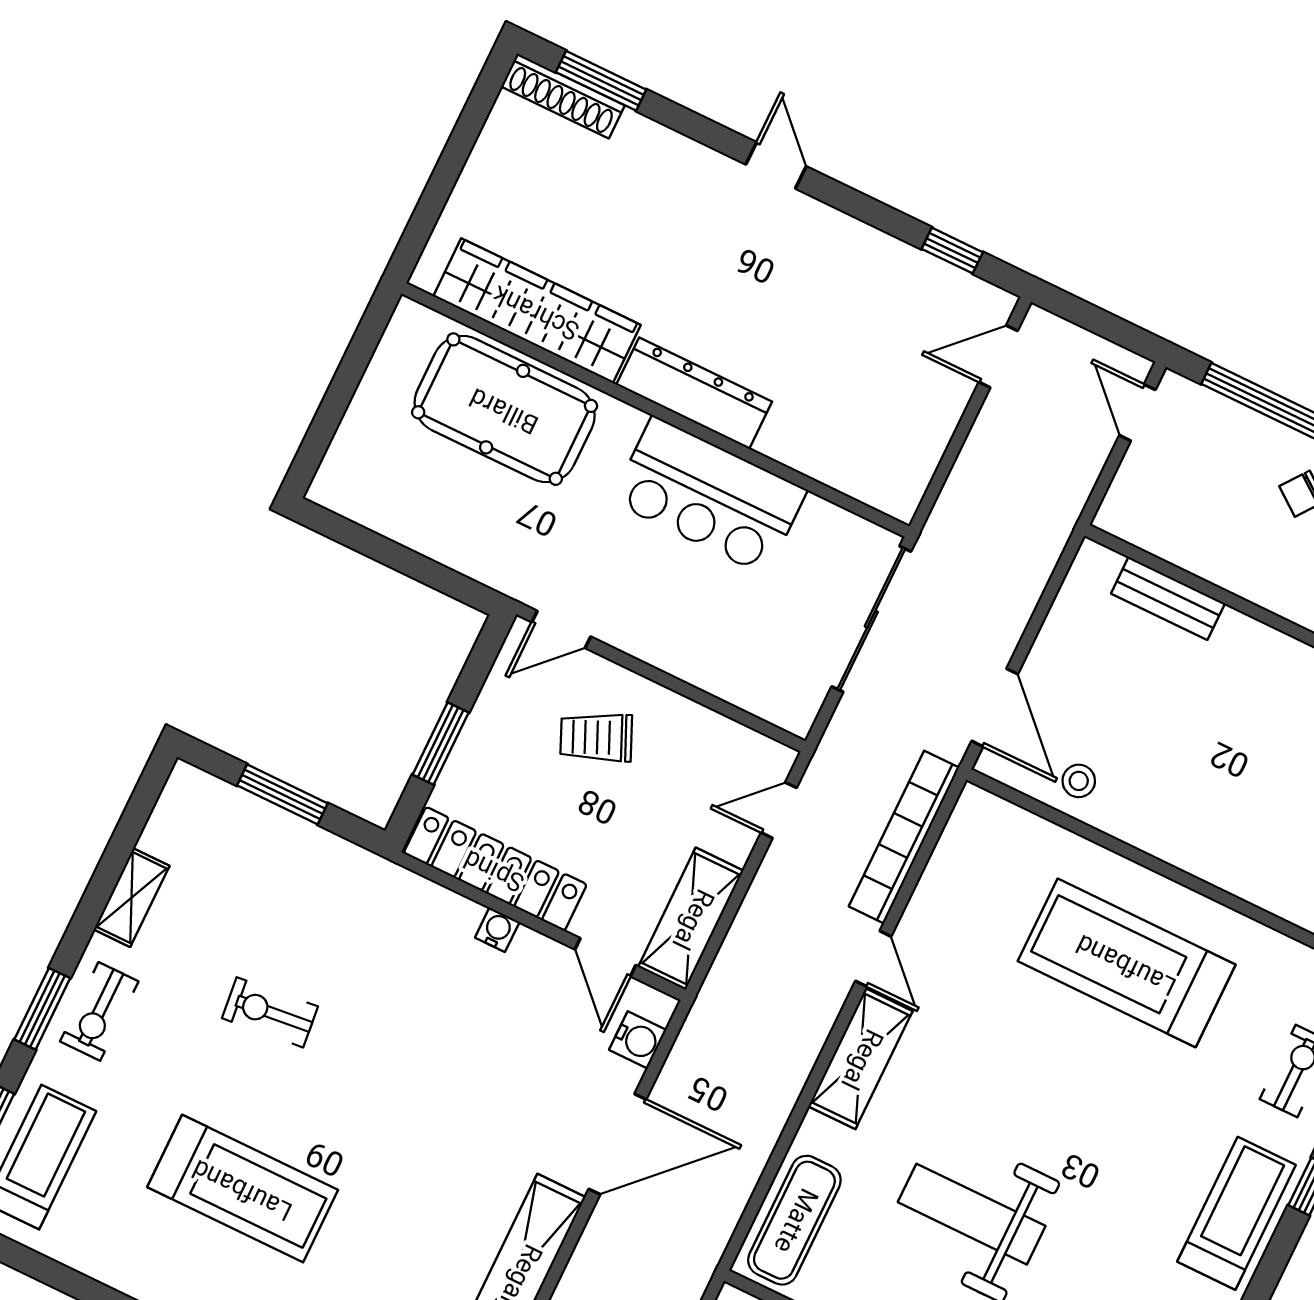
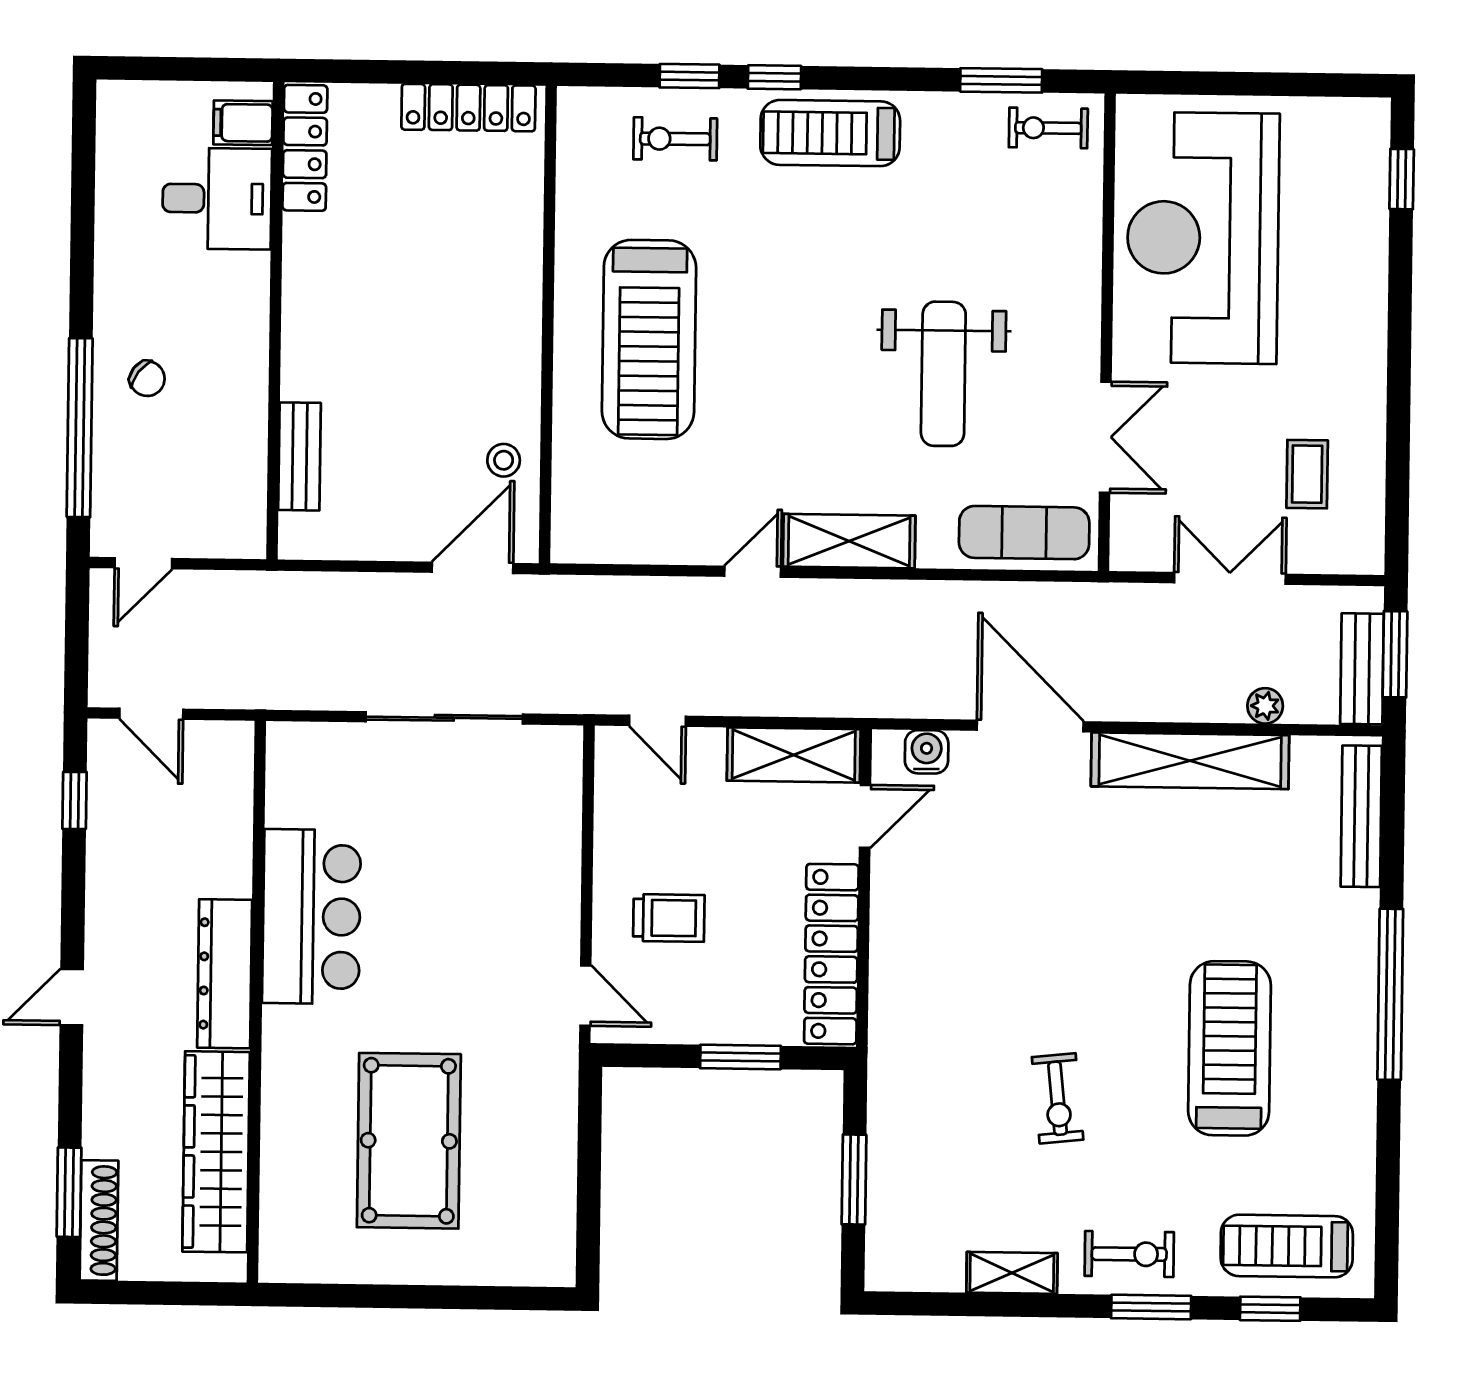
wardrobe: (537, 311) -> (216, 1152), moved
dresser: (694, 393) -> (225, 974), moved
wall: (655, 410) -> (256, 1002), moved
bar counter: (709, 496) -> (312, 917), moved
trolley: (596, 737) -> (669, 918), turned -66
bookcase: (904, 837) -> (629, 595), removed
water cooler: (497, 930) -> (886, 926), removed

